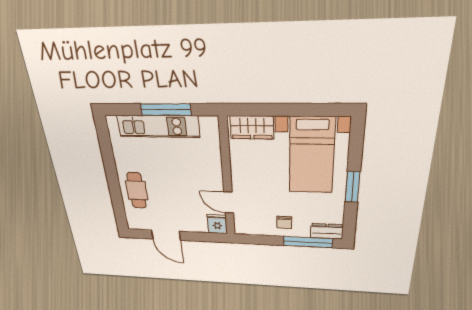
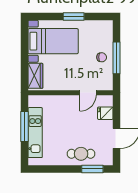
window: (118, 204) -> (92, 169), added
fridge: (217, 224) -> (105, 113), moved
dresser: (327, 231) -> (107, 30), removed
window: (308, 242) -> (116, 58), moved

